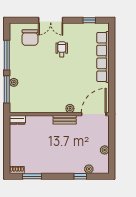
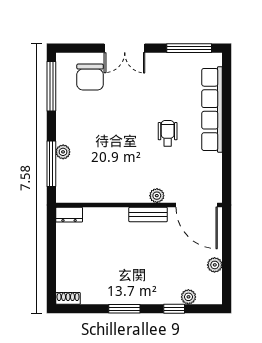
window: (89, 20) -> (189, 48), width x2.17
wheelchair: (62, 49) -> (168, 133), moved
window: (7, 55) -> (51, 86), moved
door: (94, 114) -> (197, 205), swing flipped
window: (32, 176) -> (124, 309), moved

